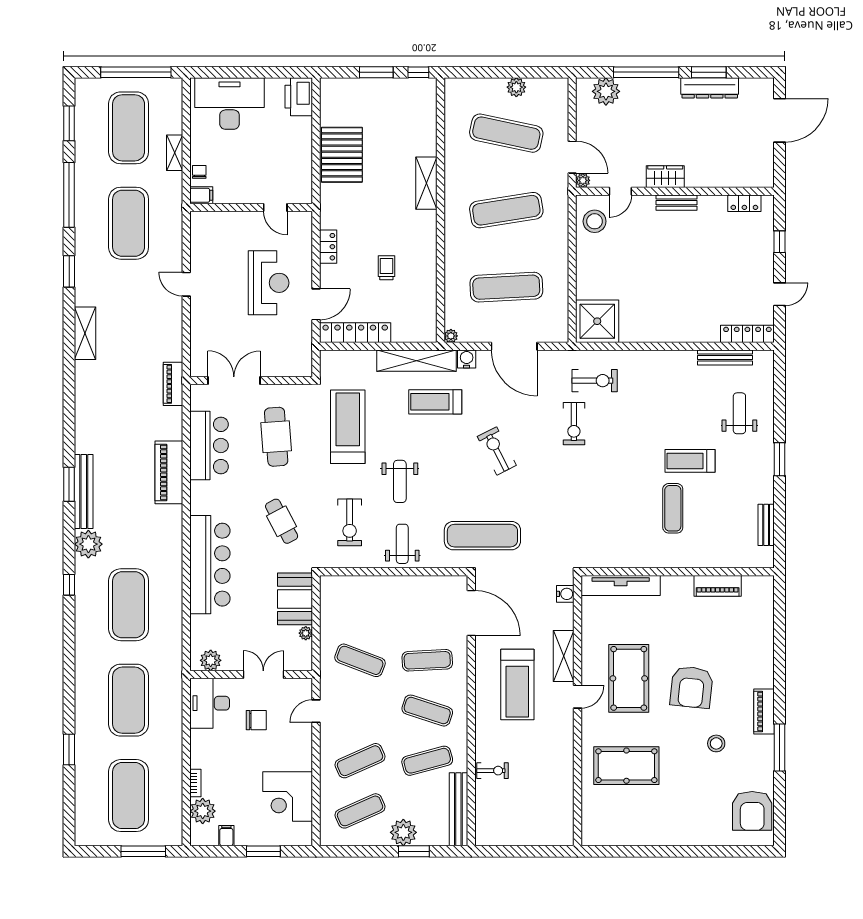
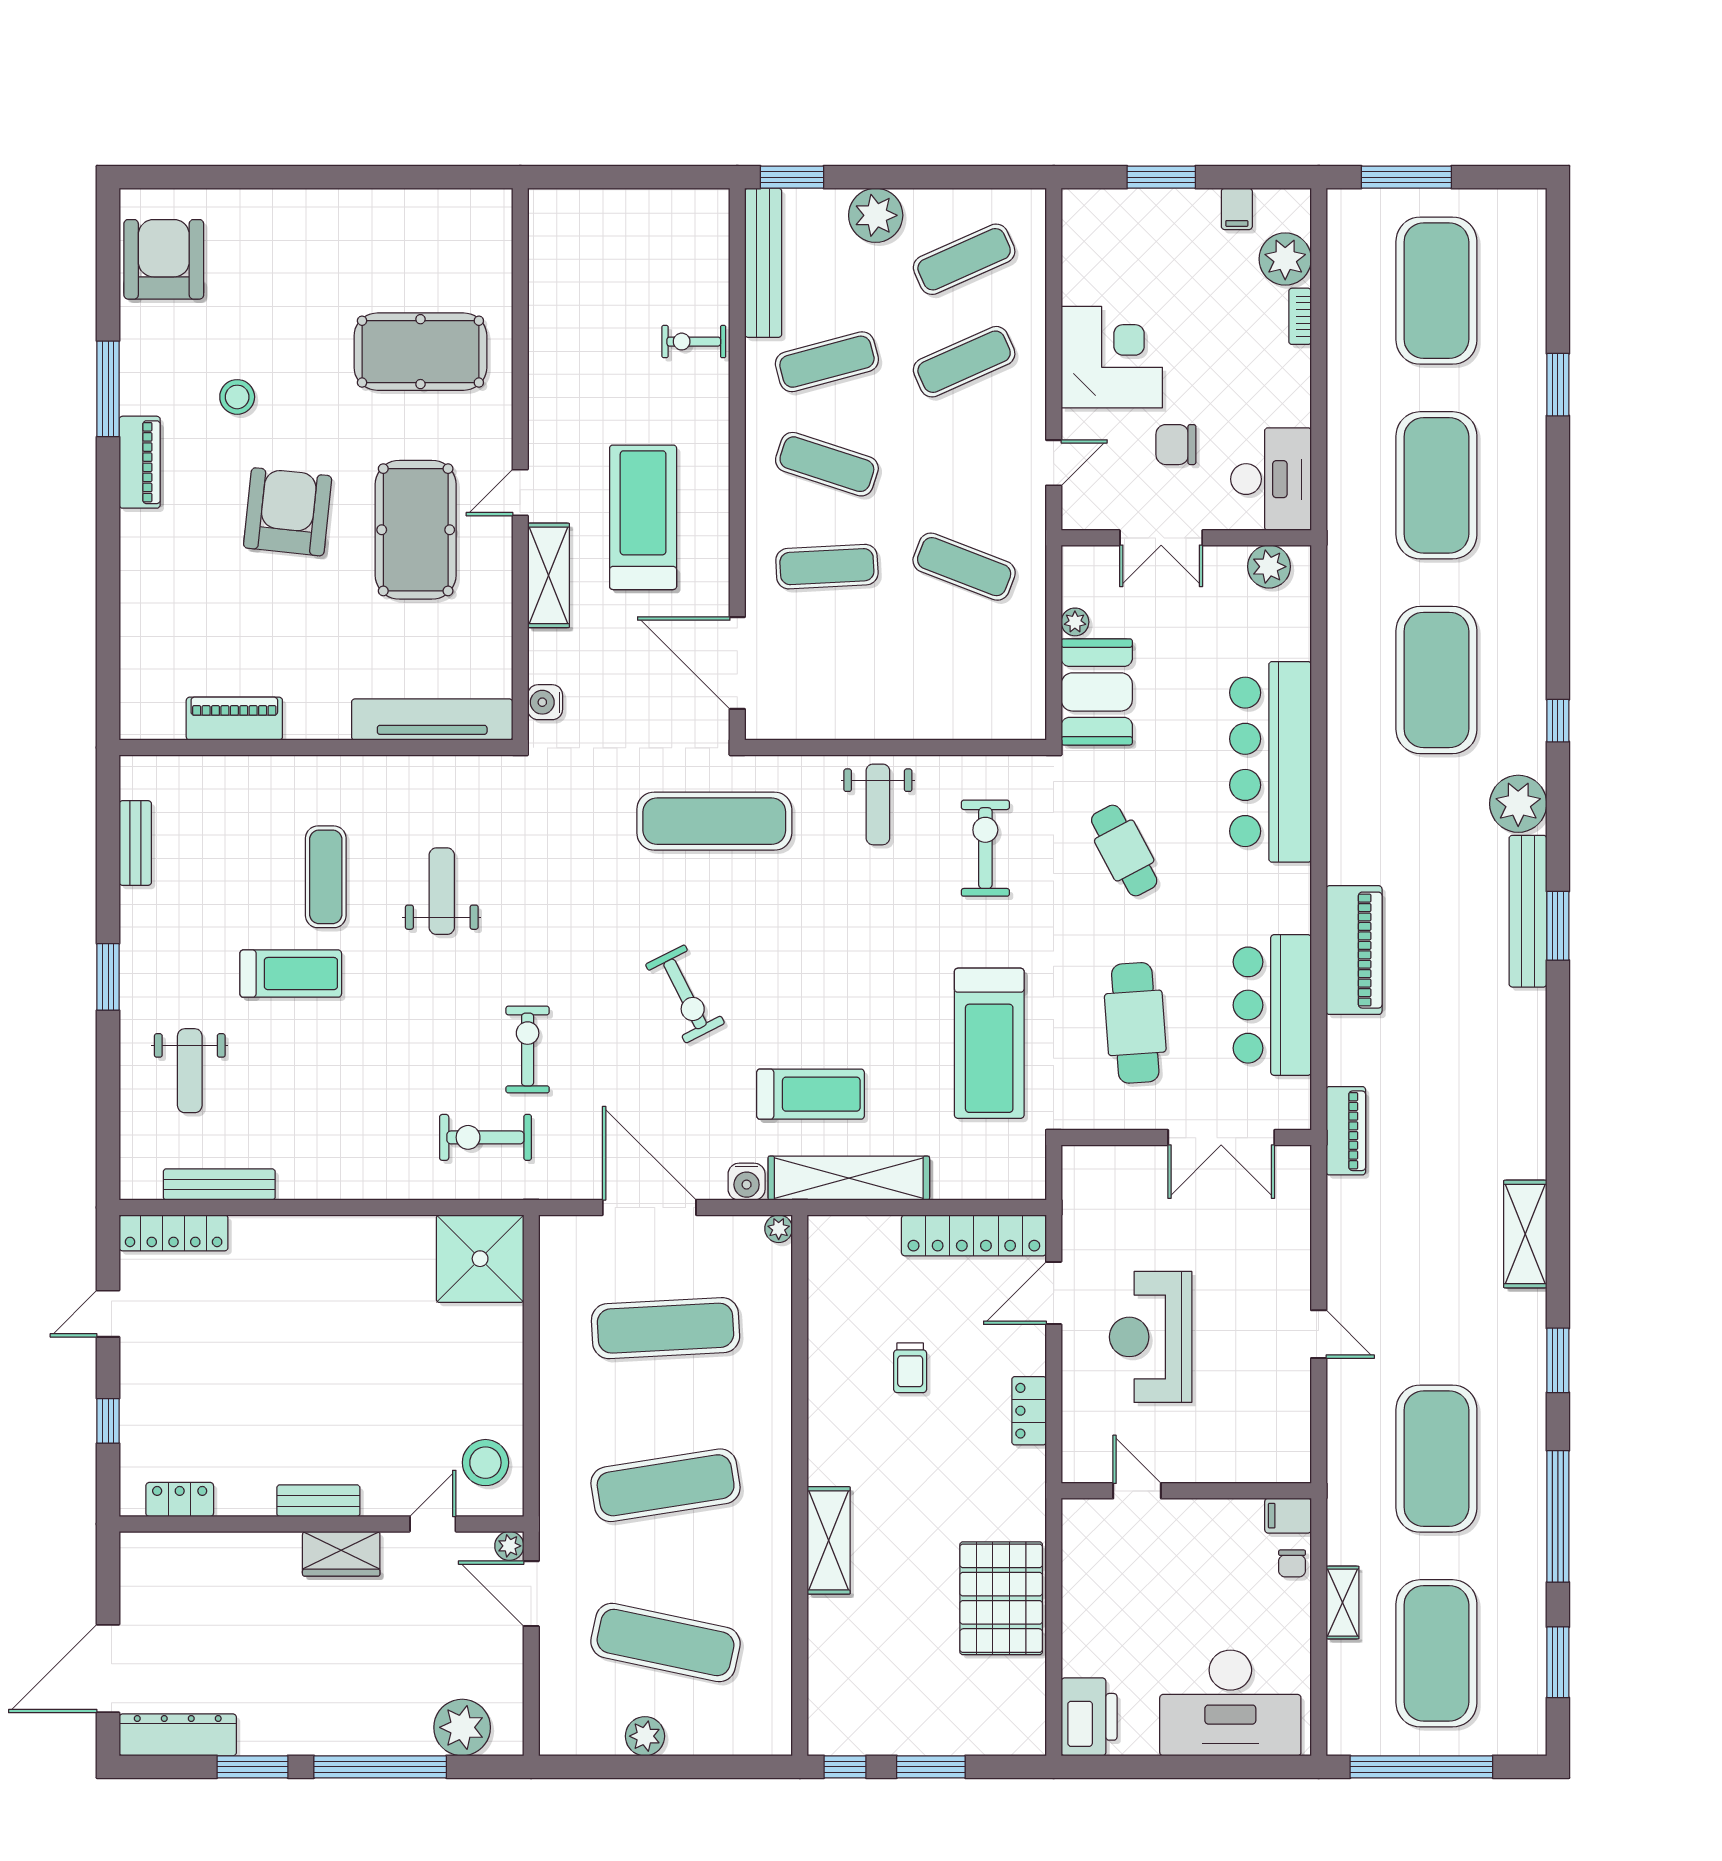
dresser: (710, 88) -> (178, 1735), moved
weight bench: (400, 481) -> (442, 891), moved
corner desk: (288, 797) -> (1112, 357), moved
window: (414, 851) -> (792, 177), moved

